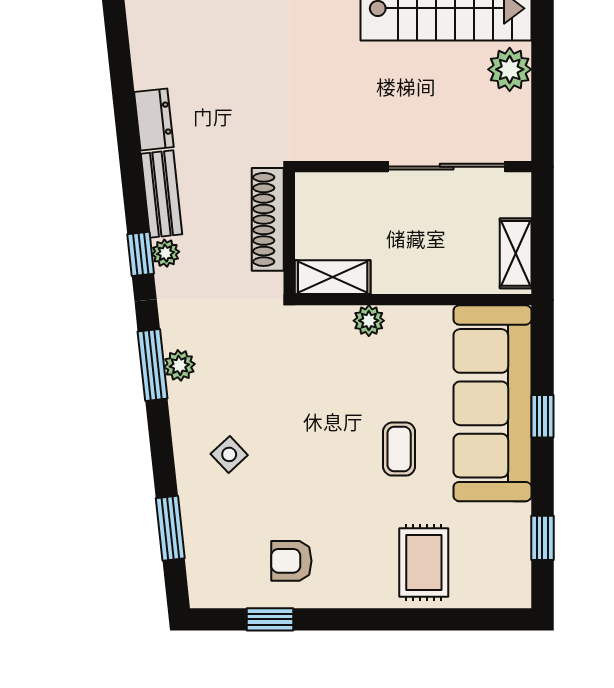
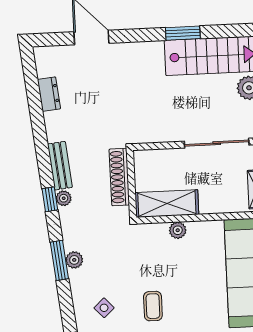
dresser: (154, 119) -> (49, 94), moved
shelving: (333, 277) -> (167, 204), width x1.50, depth x1.33
coffee table: (399, 449) -> (153, 306), moved

